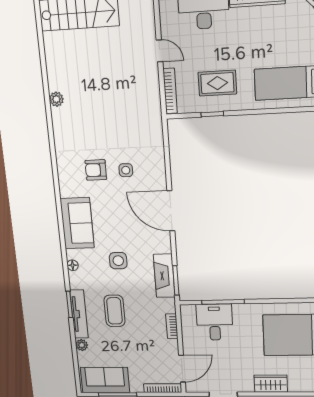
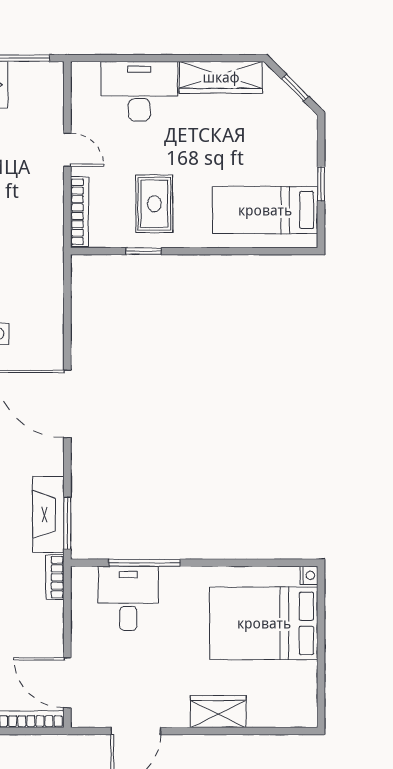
rug: (217, 83) -> (154, 204), turned 90
bookcase: (172, 326) -> (55, 577), moved
door: (182, 369) -> (67, 683), swing flipped

